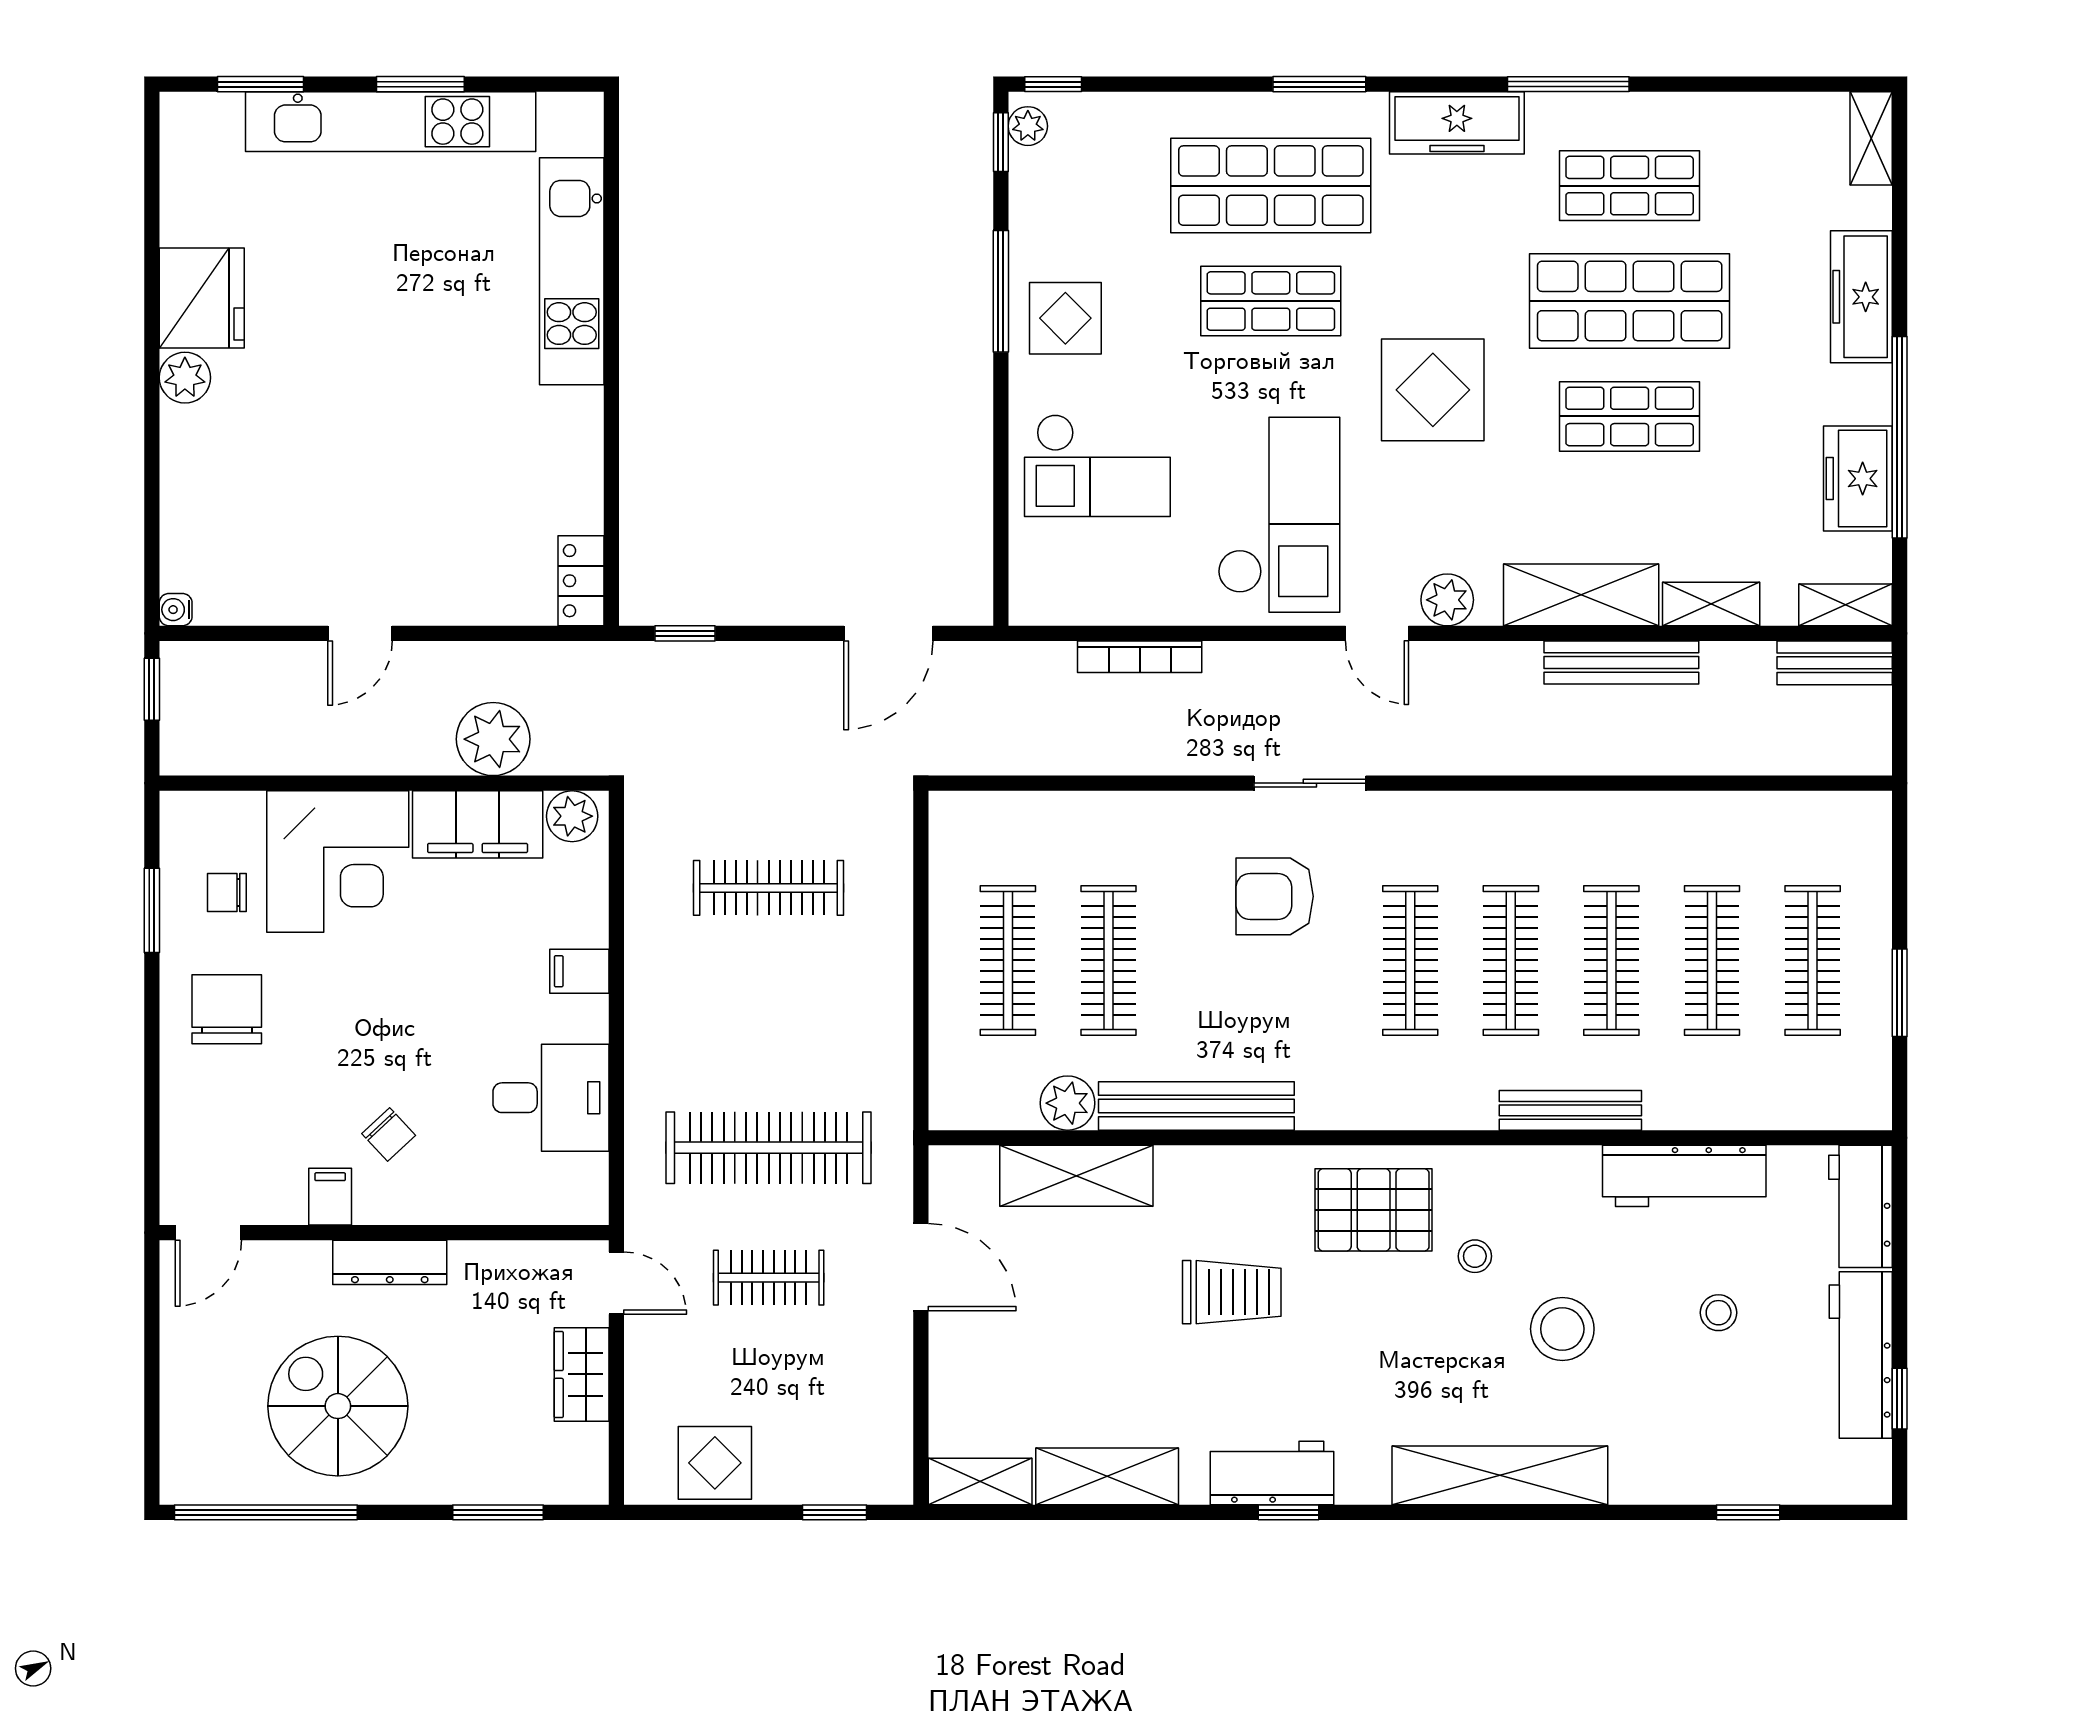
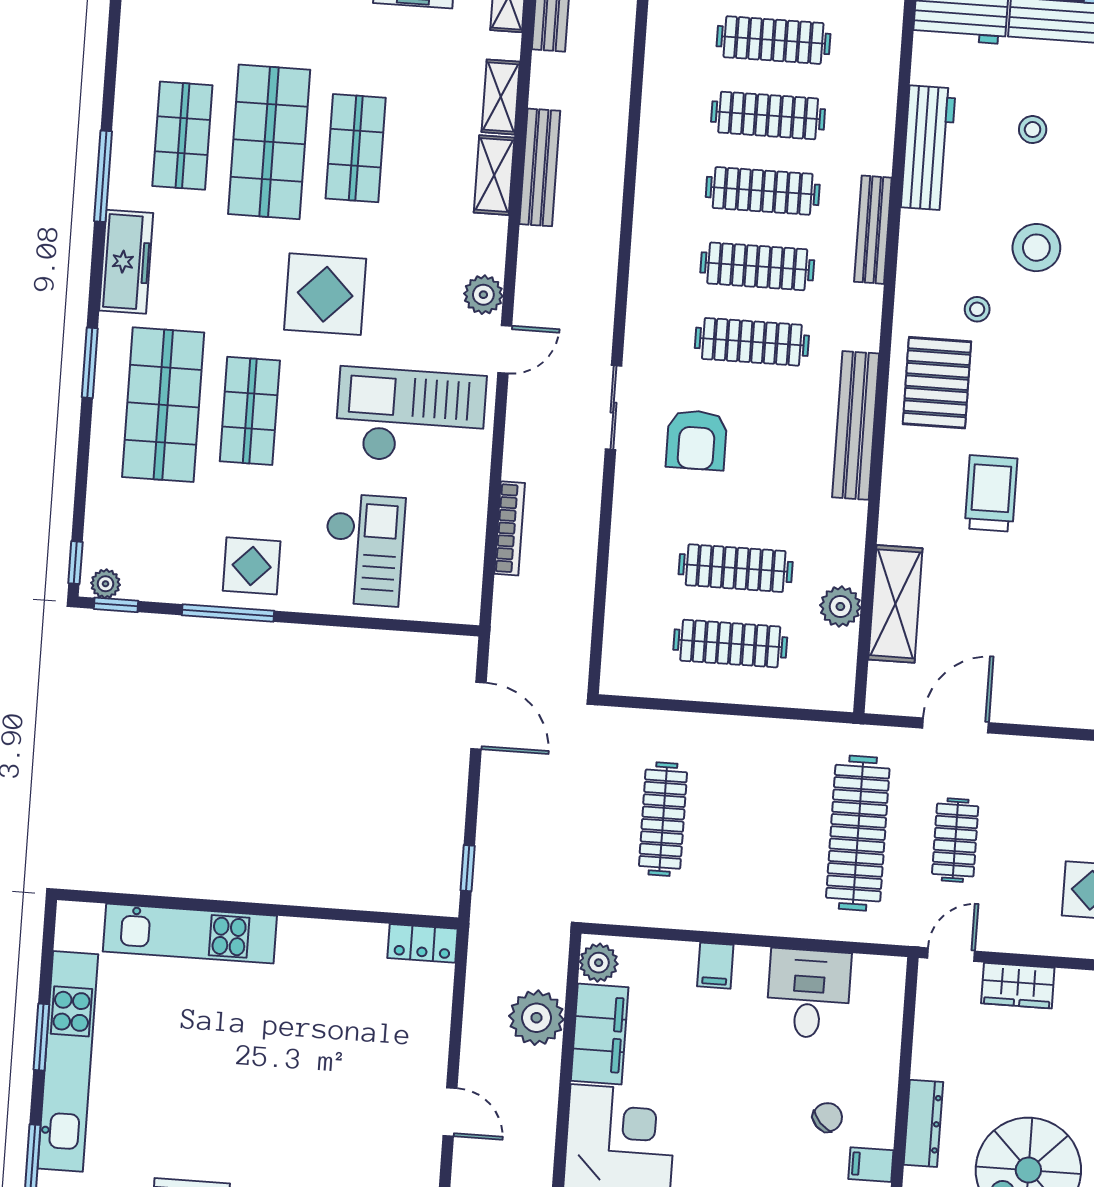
shelving: (1581, 595) -> (494, 175), width x0.67, depth x0.75
bench: (1196, 1106) -> (856, 425), moved

